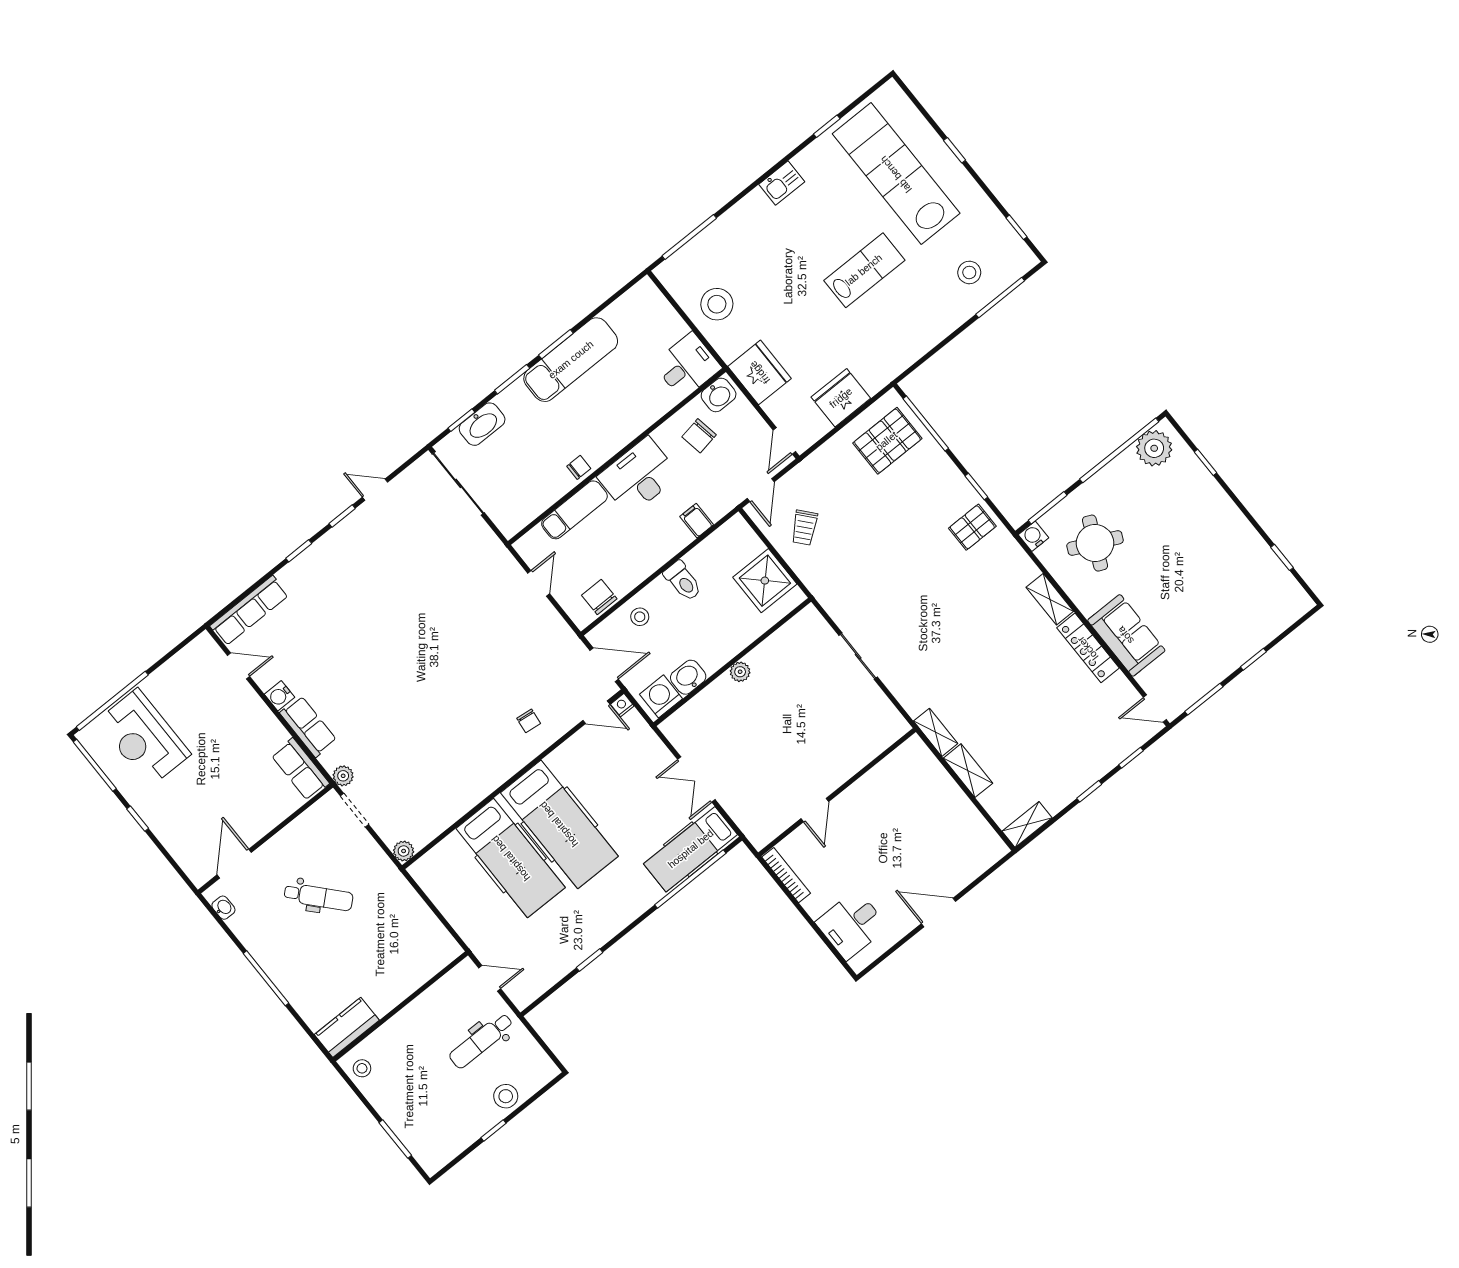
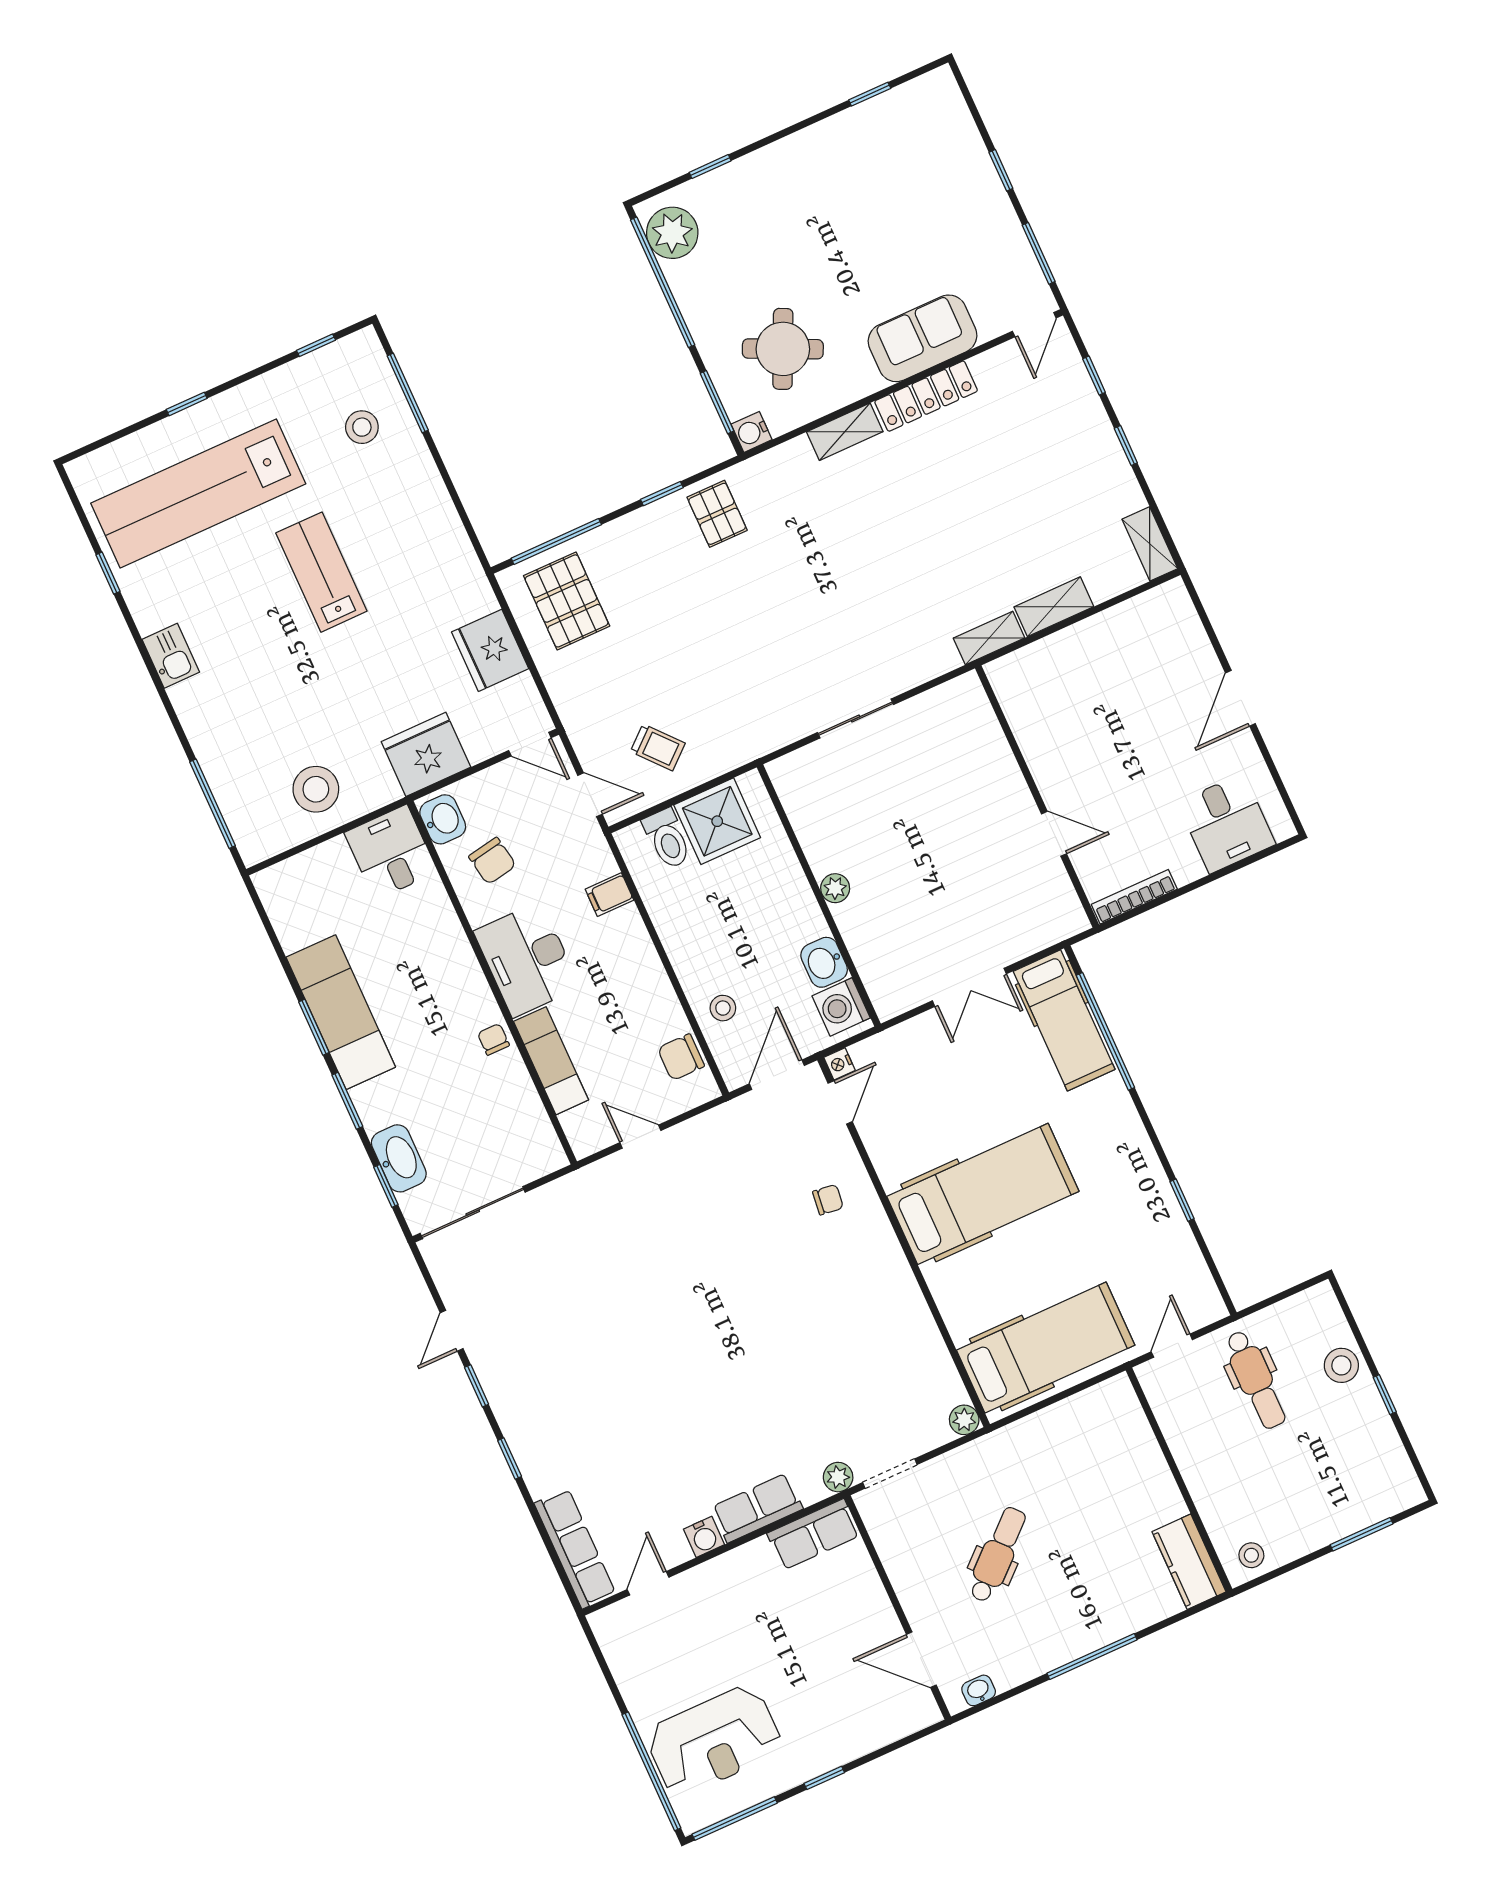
toilet: (683, 581) -> (667, 839), moved, turned 90
hospital bed: (511, 858) -> (1046, 1348), moved

